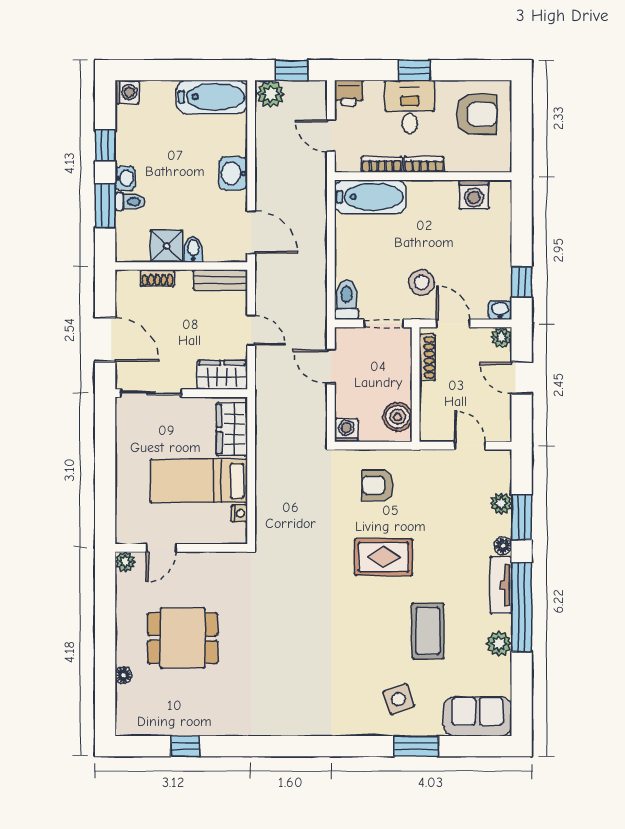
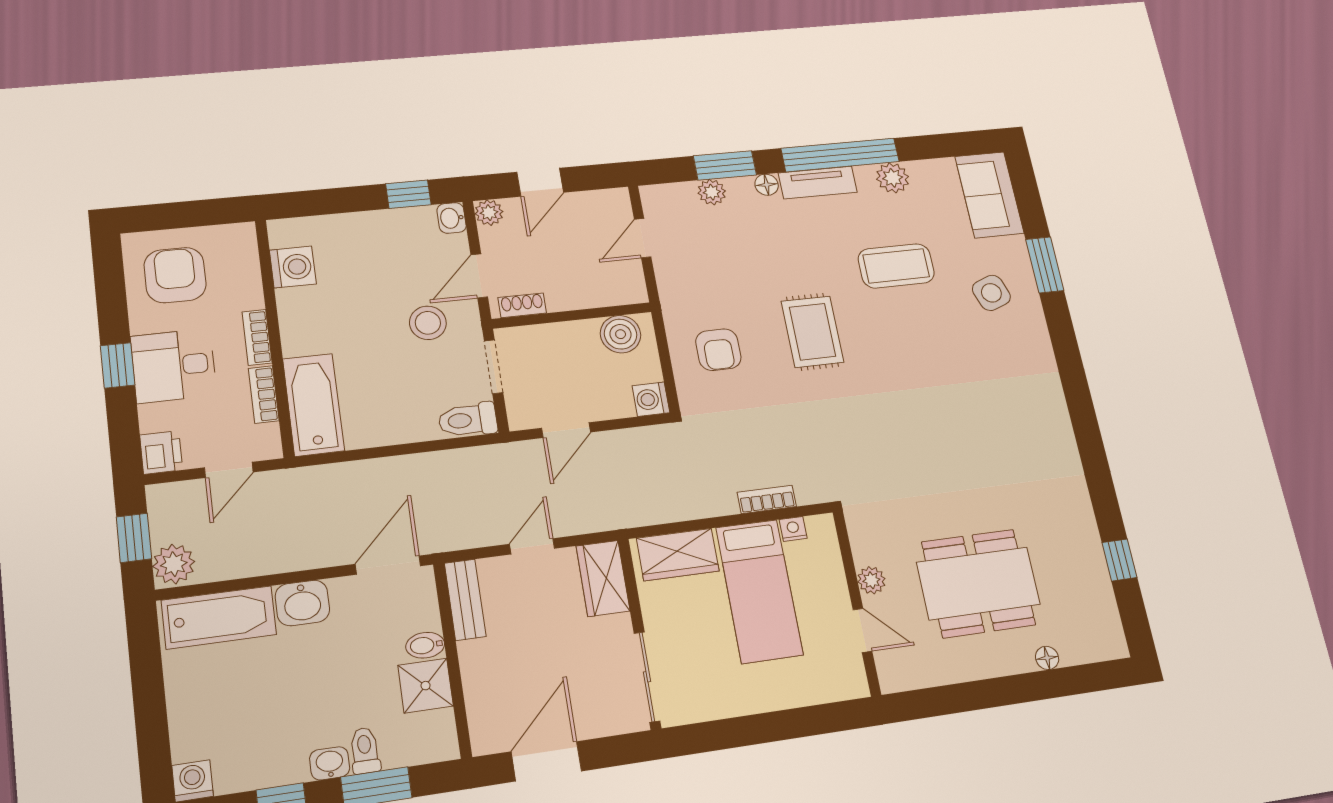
bathtub: (212, 97) -> (219, 617), moved, turned 90
shoe rack: (157, 278) -> (476, 692), removed
door: (105, 340) -> (546, 761), moved
shoe rack: (427, 357) -> (522, 305), width x0.70
bookcase: (263, 499) -> (767, 499), added
plant: (125, 562) -> (871, 580), moved
dining table: (183, 638) -> (978, 583), width x1.38

